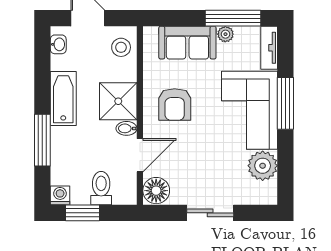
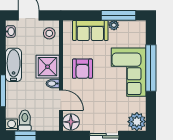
tv unit: (269, 48) -> (141, 34), removed
window: (285, 103) -> (151, 68), width x1.46
door: (140, 155) -> (61, 100), hinge flipped
plant: (263, 166) -> (137, 122), moved
toilet: (101, 188) -> (25, 120), moved

